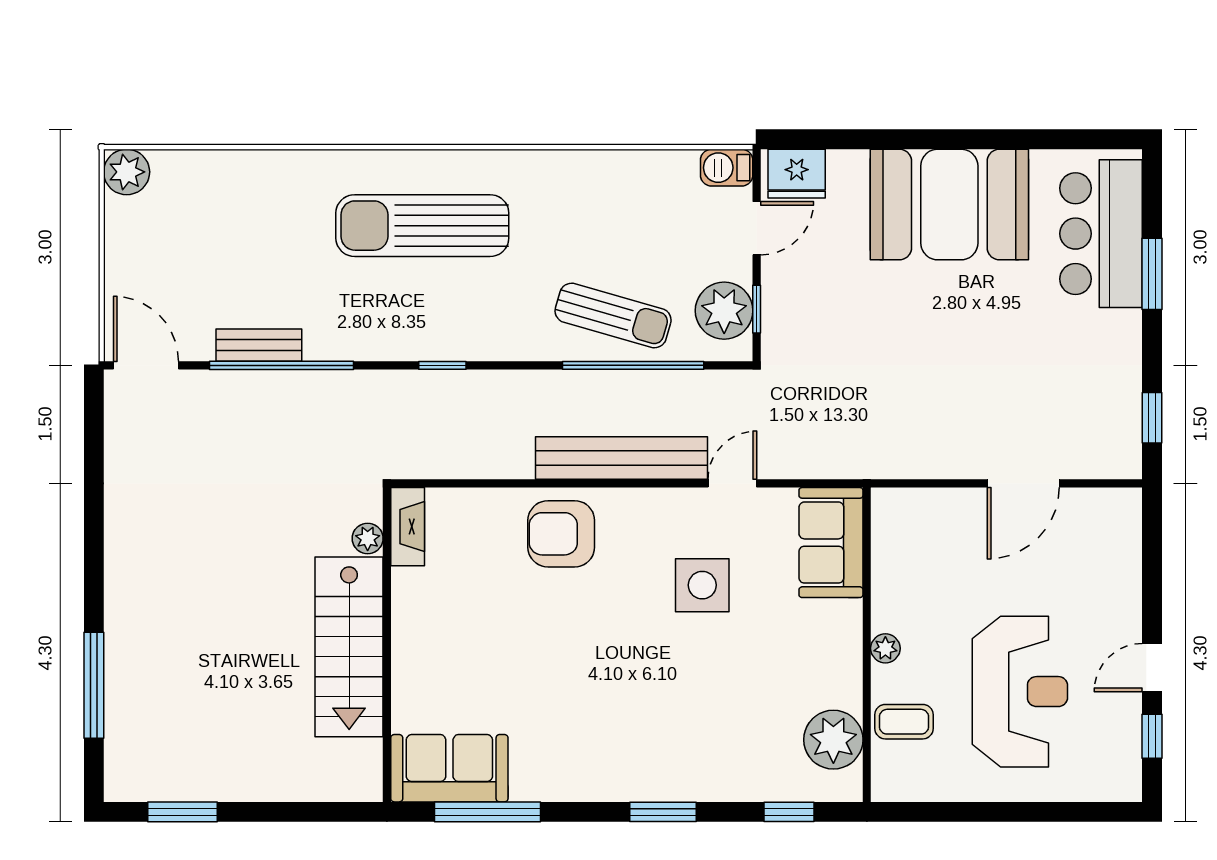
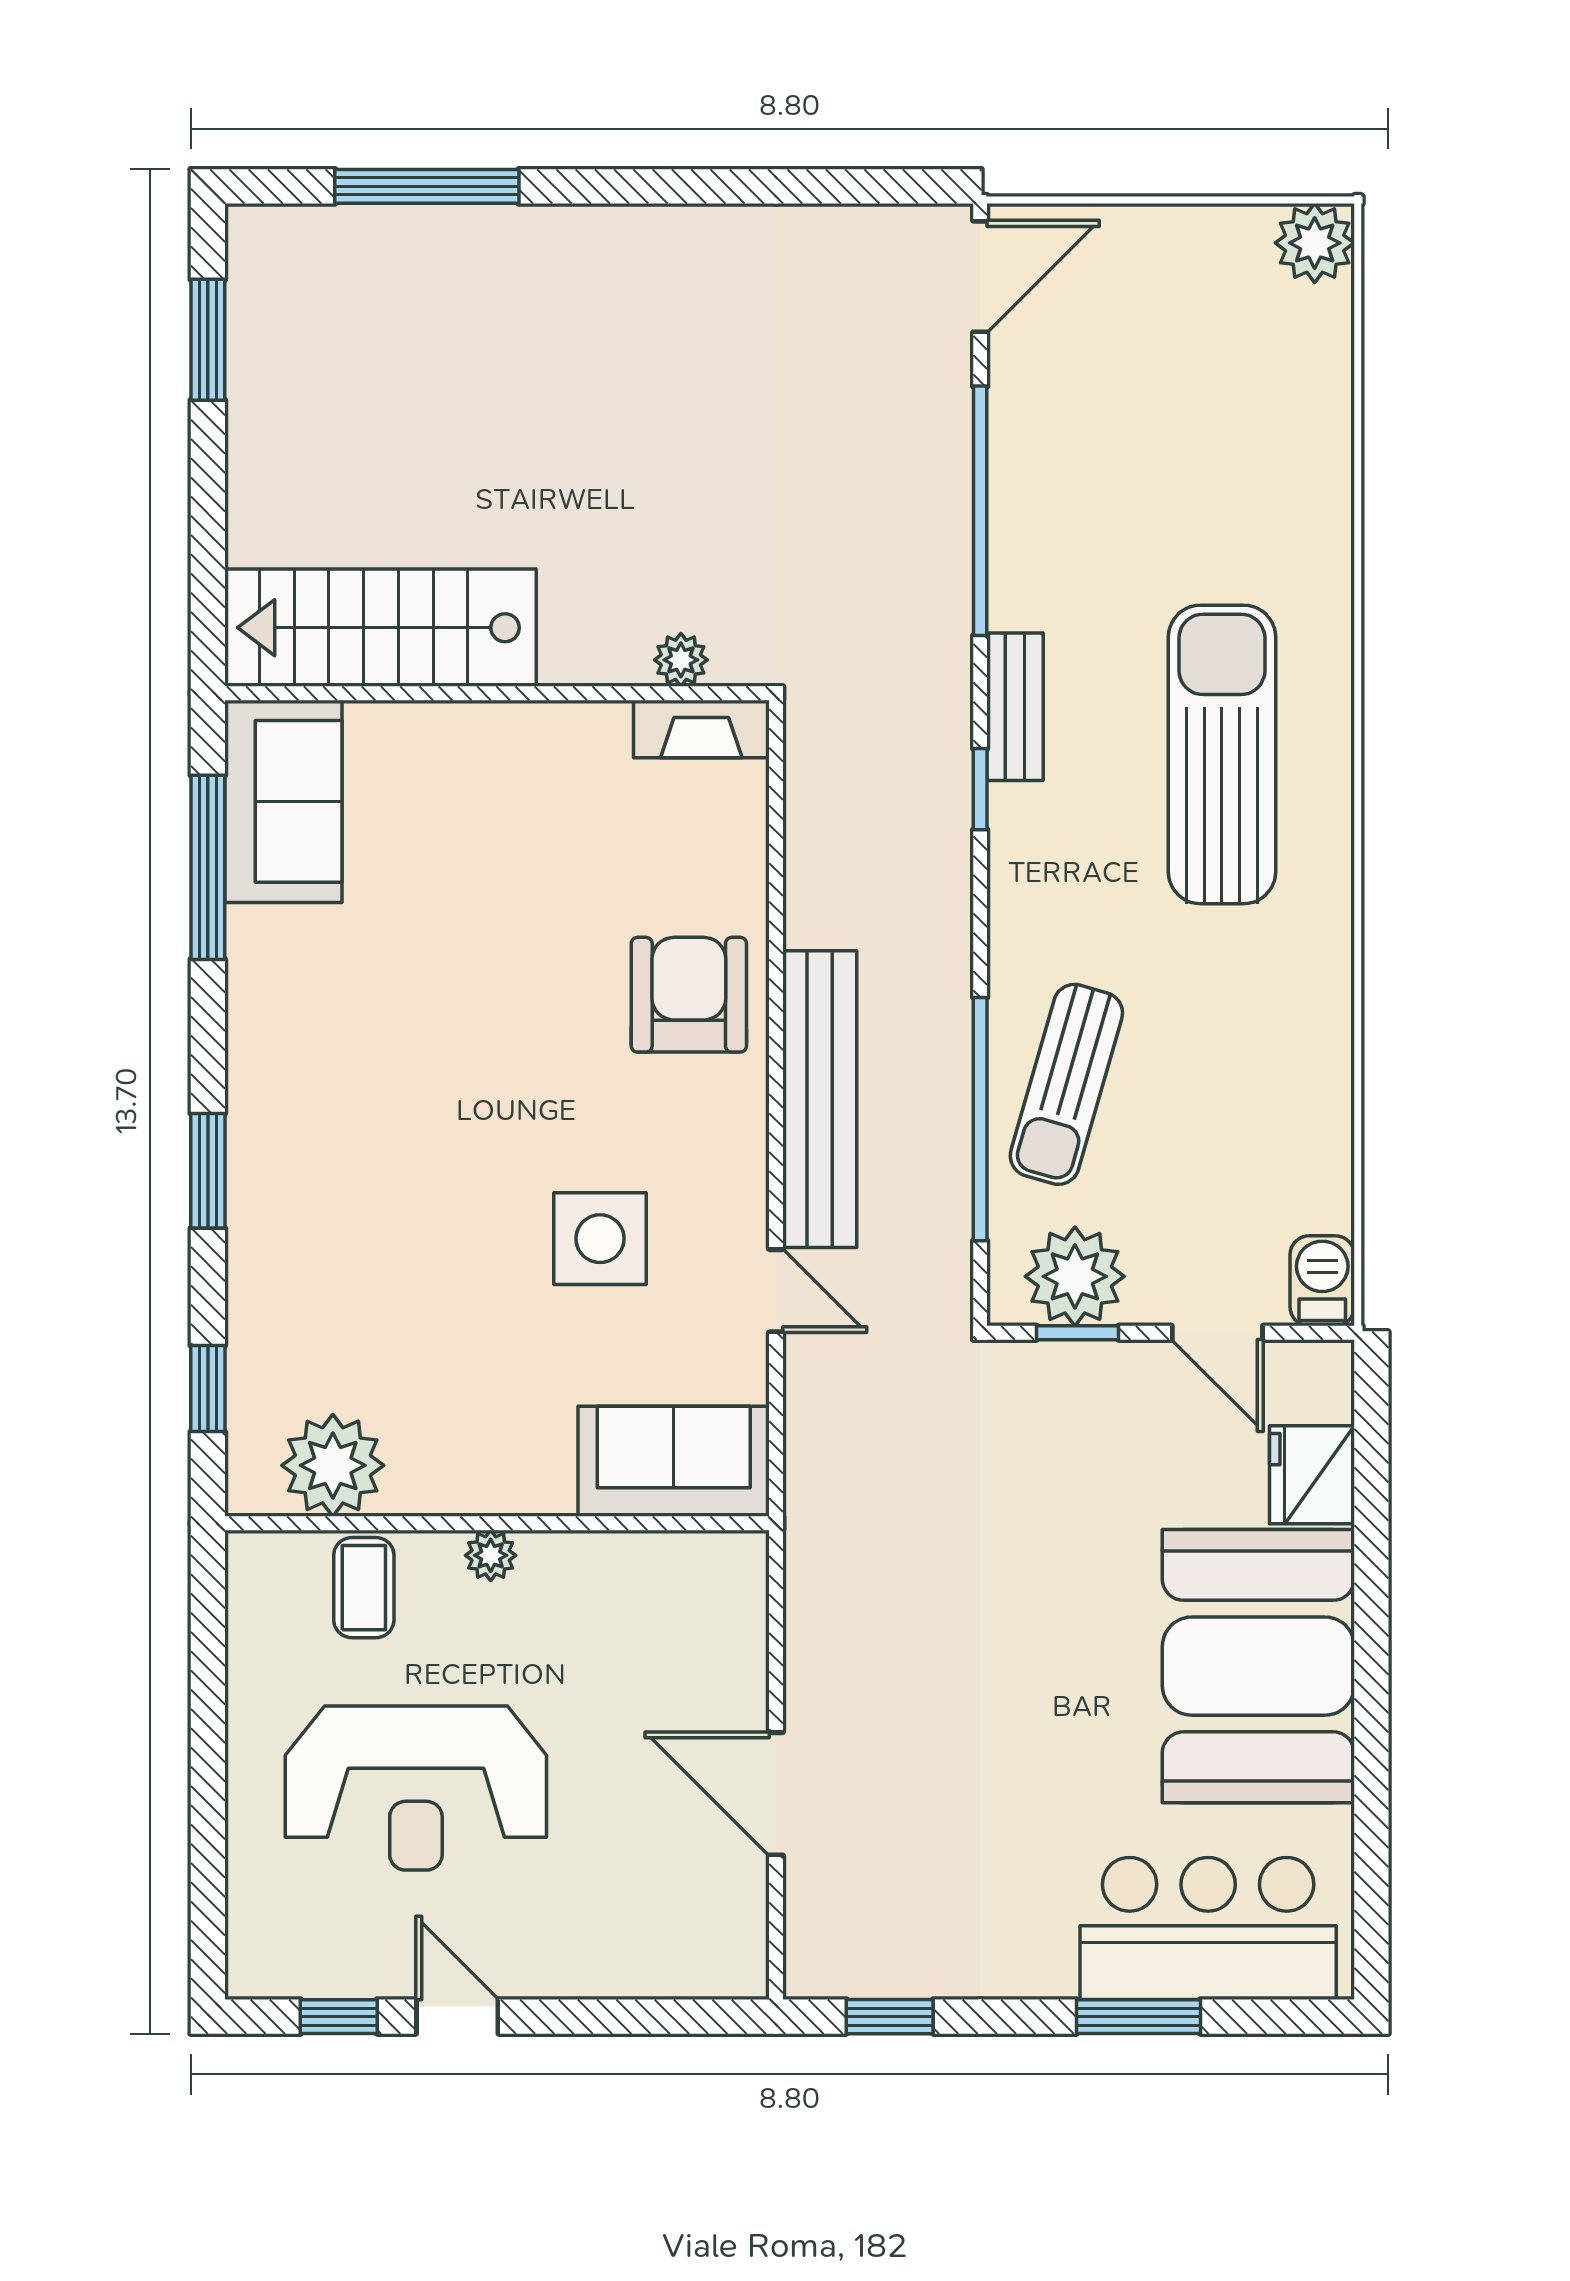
fridge: (797, 174) -> (1312, 1475), moved
bench: (259, 345) -> (1015, 707), moved
stairs: (349, 647) -> (381, 628), moved

